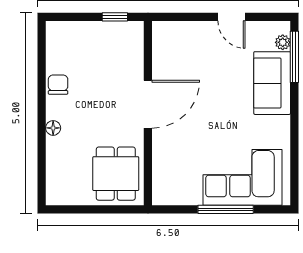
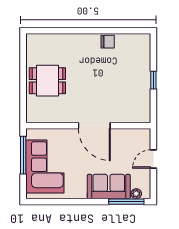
door: (148, 104) -> (94, 126), moved
wall: (148, 113) -> (88, 126), moved
floor lamp: (53, 128) -> (78, 38), removed

